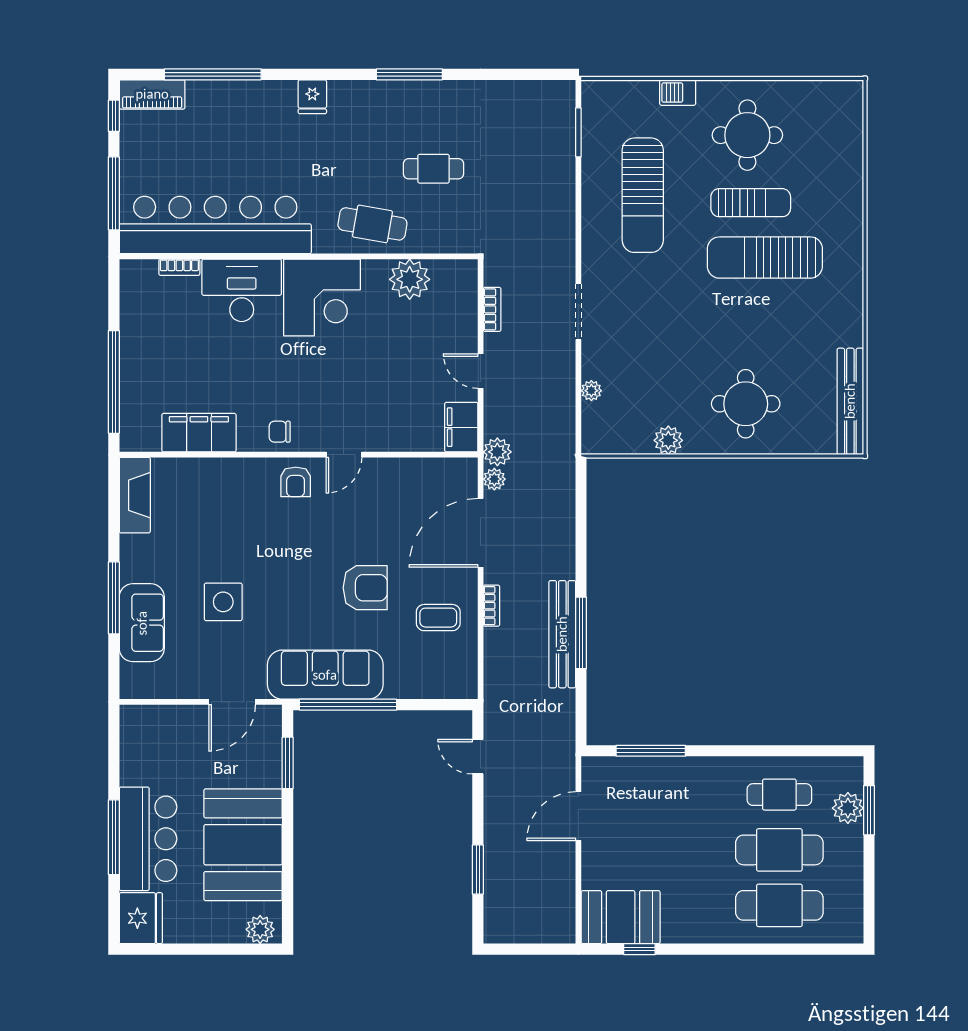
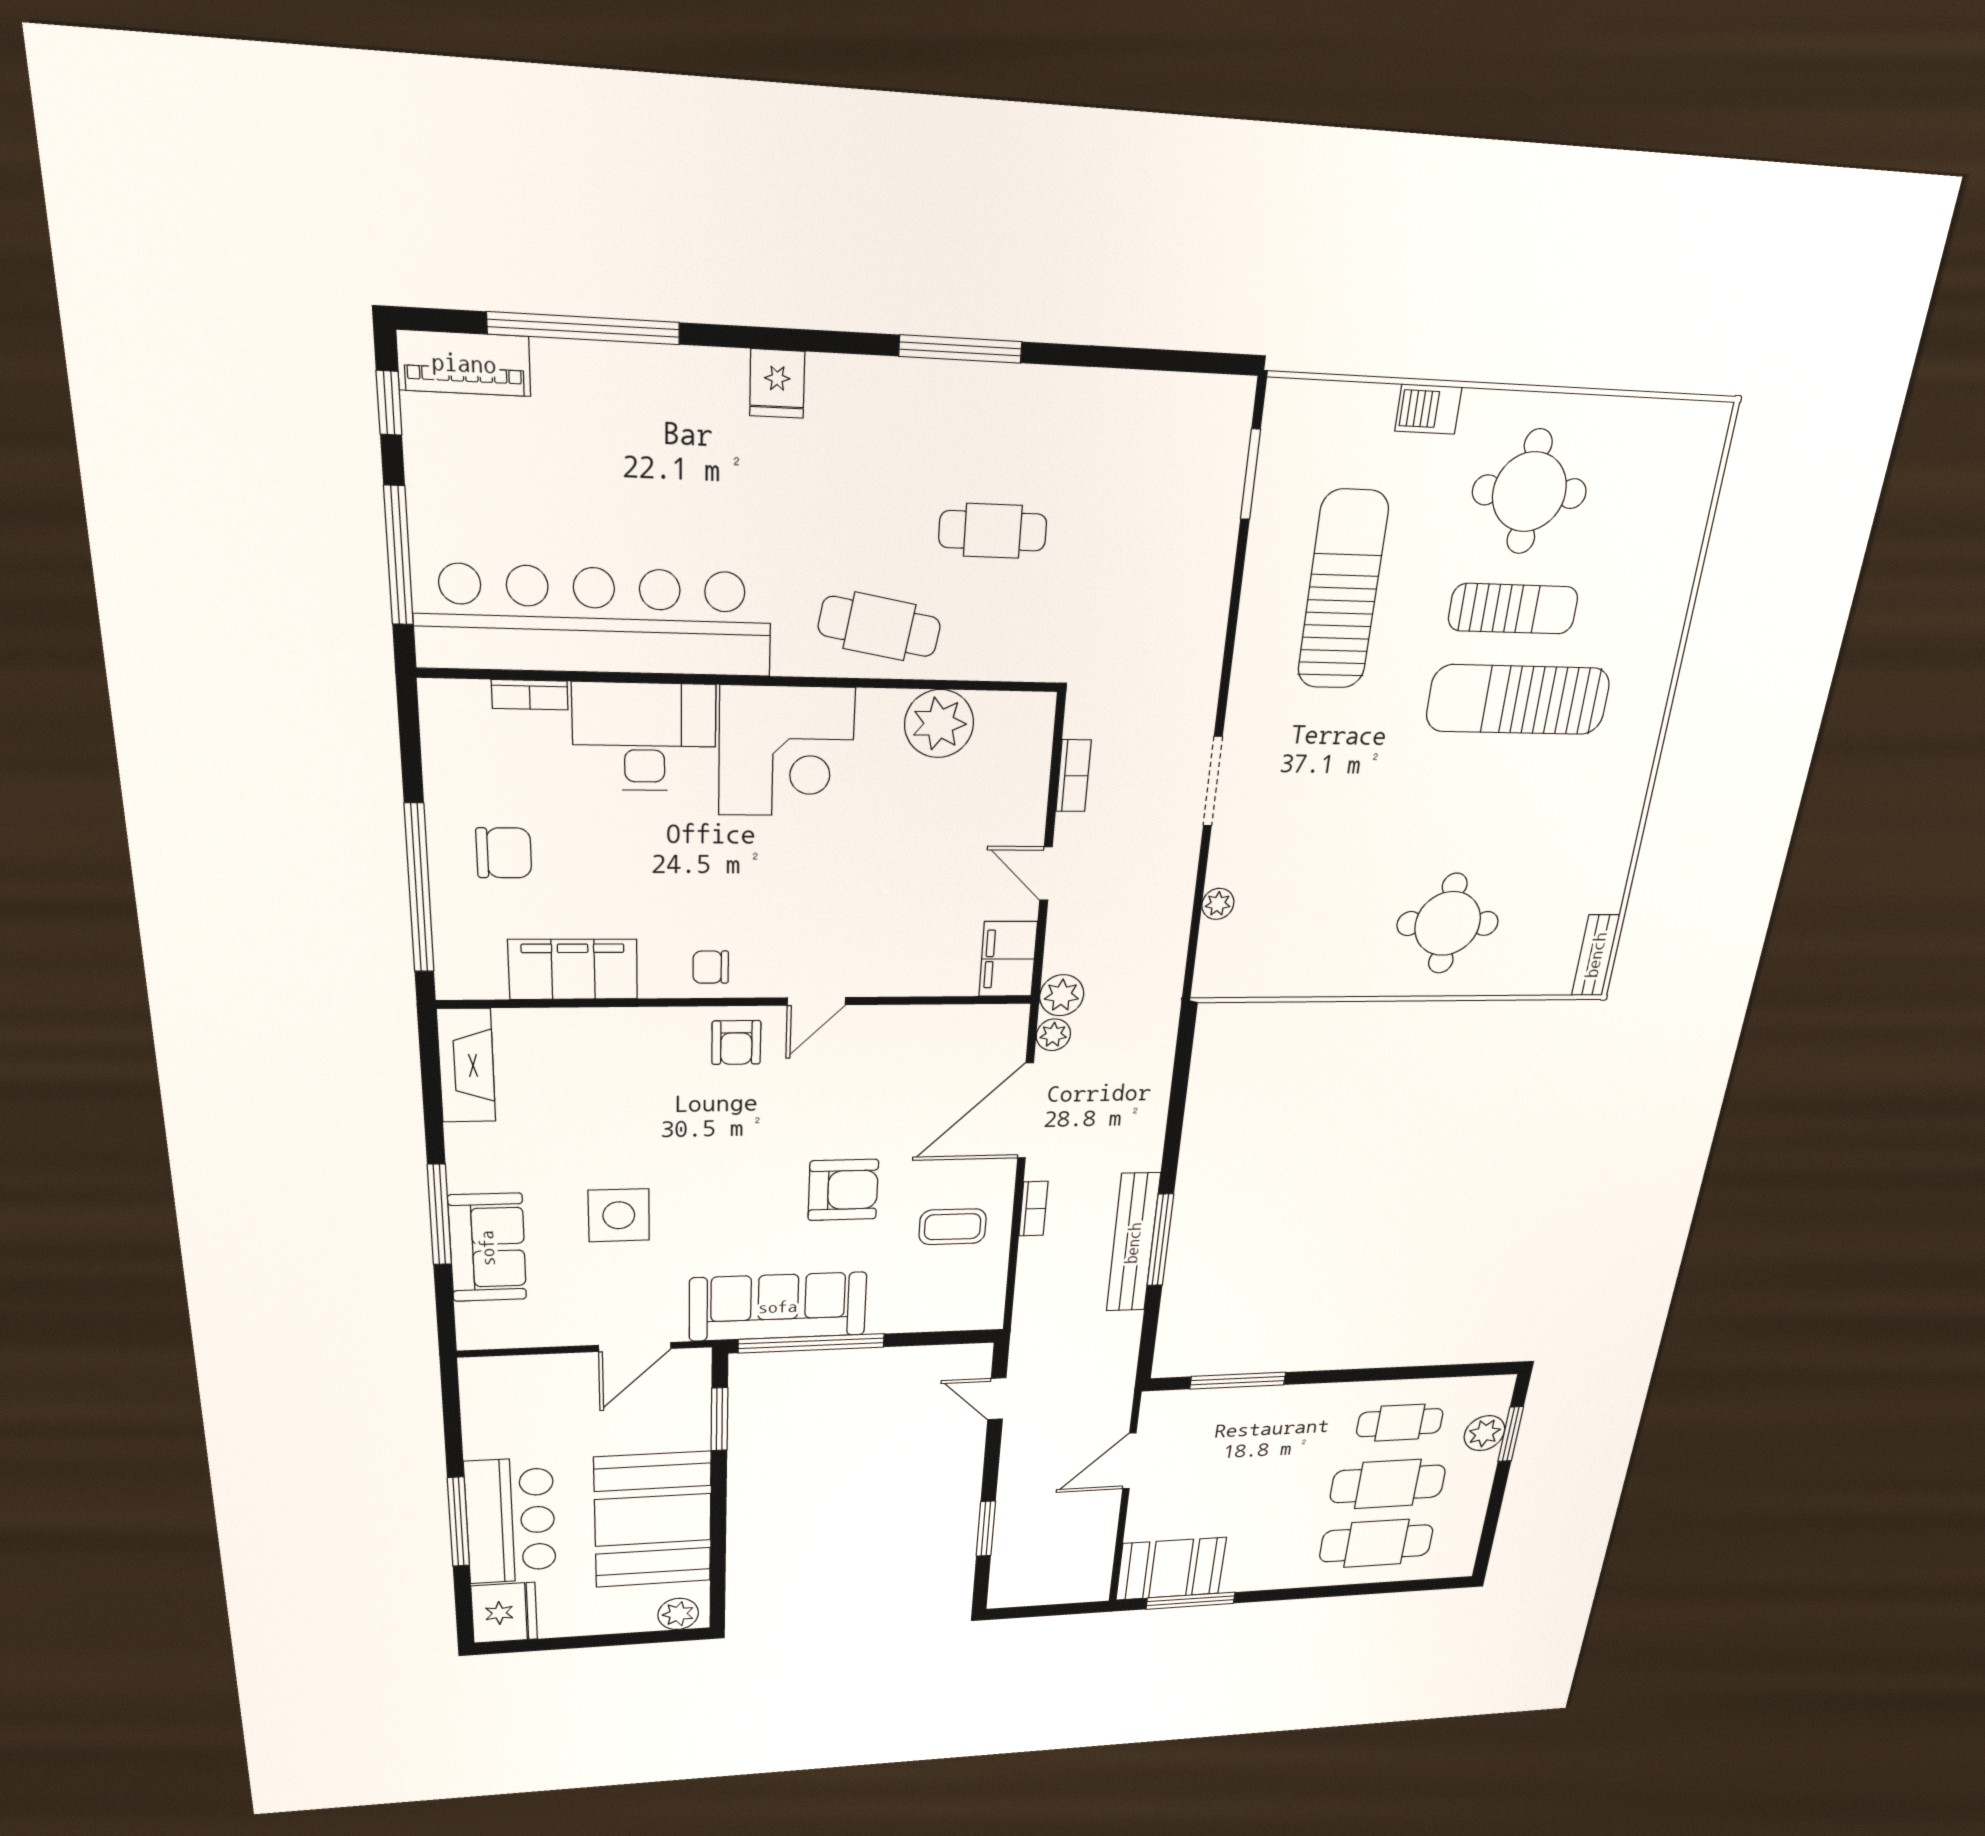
sun lounger: (643, 195) -> (1343, 590), turned 180
chair: (162, 360) -> (504, 853), added
bench: (850, 401) -> (1596, 955), width x0.54, depth x0.82
plant: (668, 440) -> (1324, 977), removed
window: (639, 949) -> (1191, 1601), width x2.17

